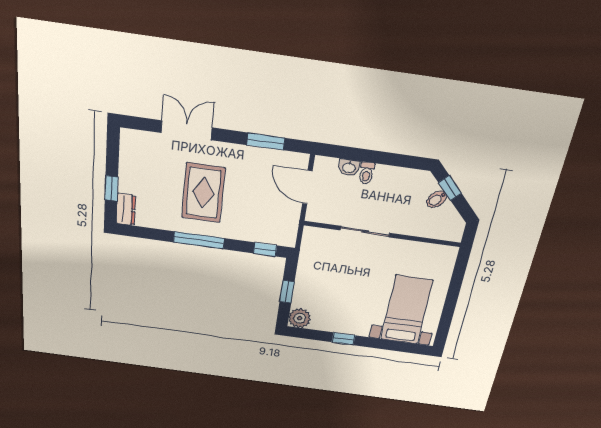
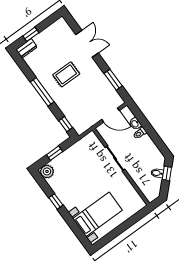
door: (307, 187) -> (111, 115), swing flipped
rug: (203, 193) -> (66, 74), width x0.73, depth x0.70

